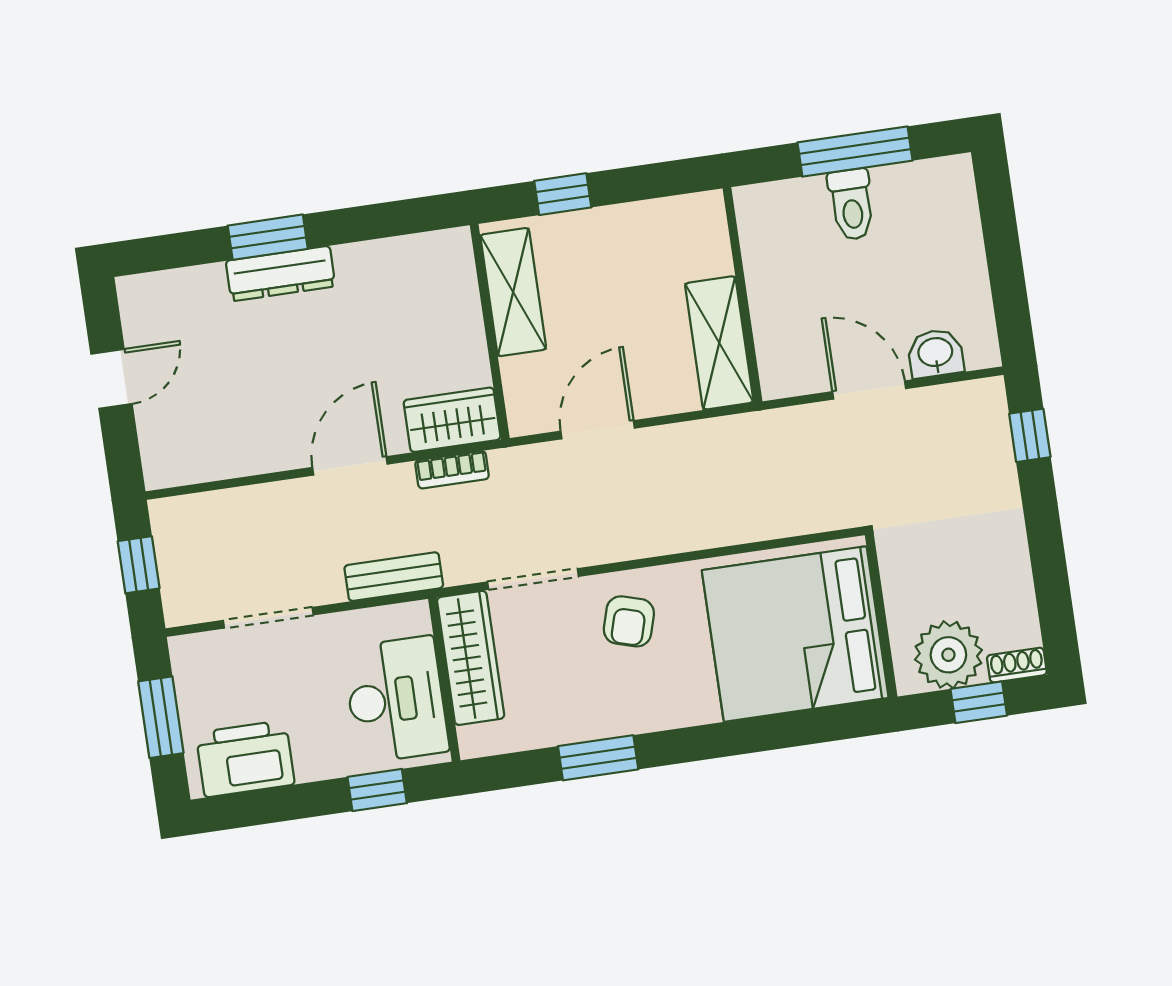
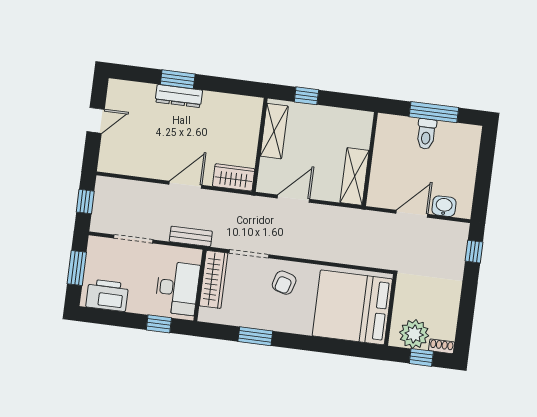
door: (869, 390) -> (412, 214), hinge flipped
bookcase: (452, 470) -> (228, 198), removed

